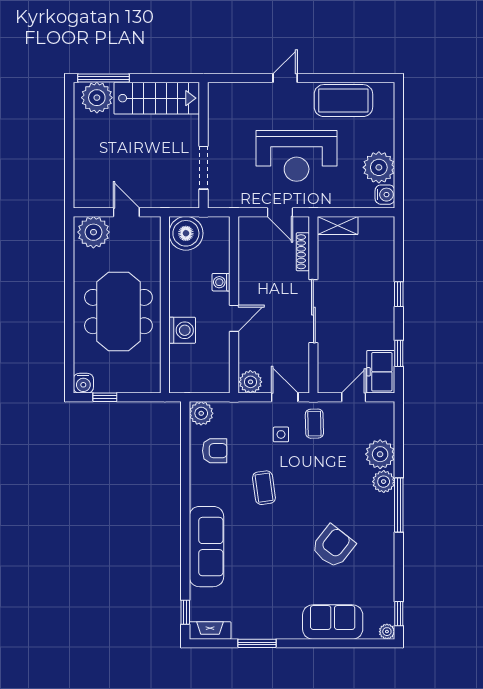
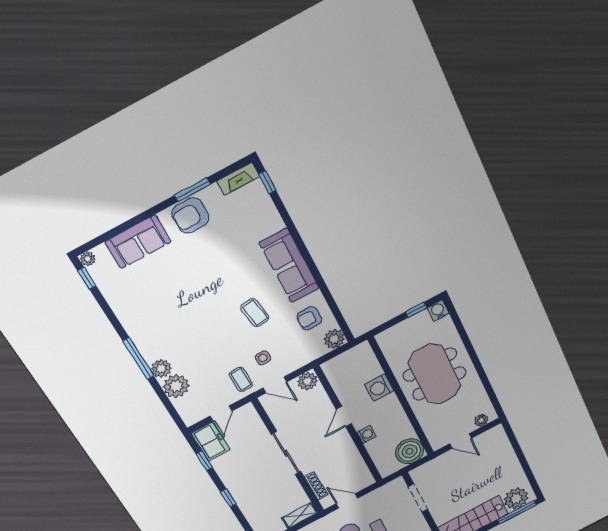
plant: (93, 232) -> (481, 420), width x0.53, depth x0.53
armchair: (333, 546) -> (190, 216), moved, turned 52
sofa: (206, 547) -> (289, 266), moved

